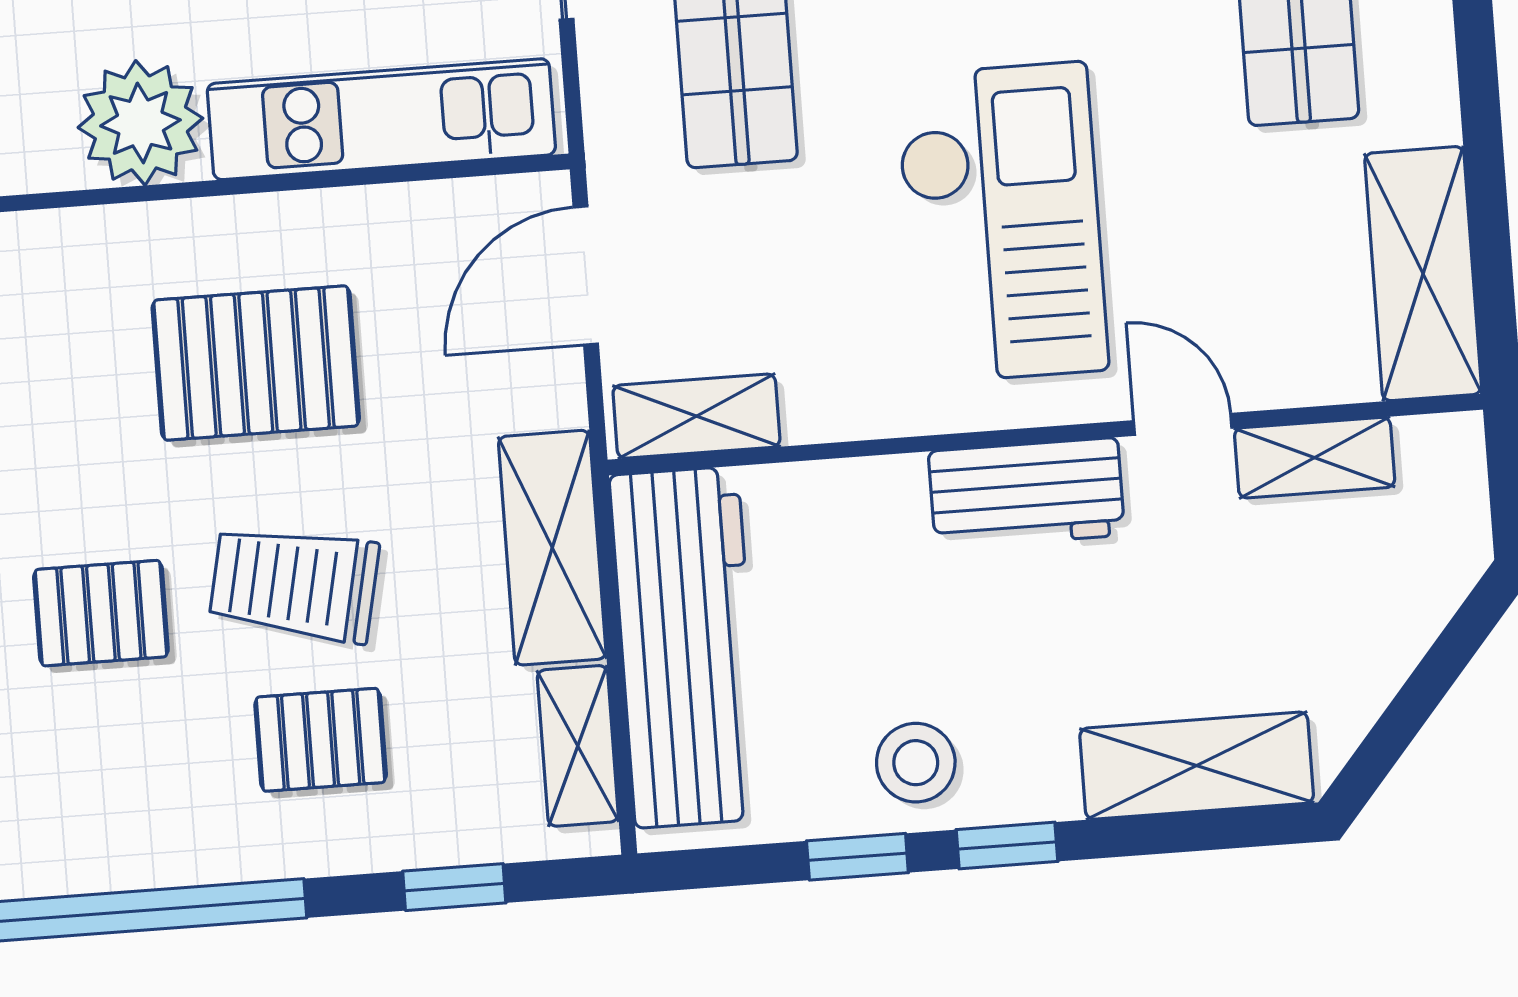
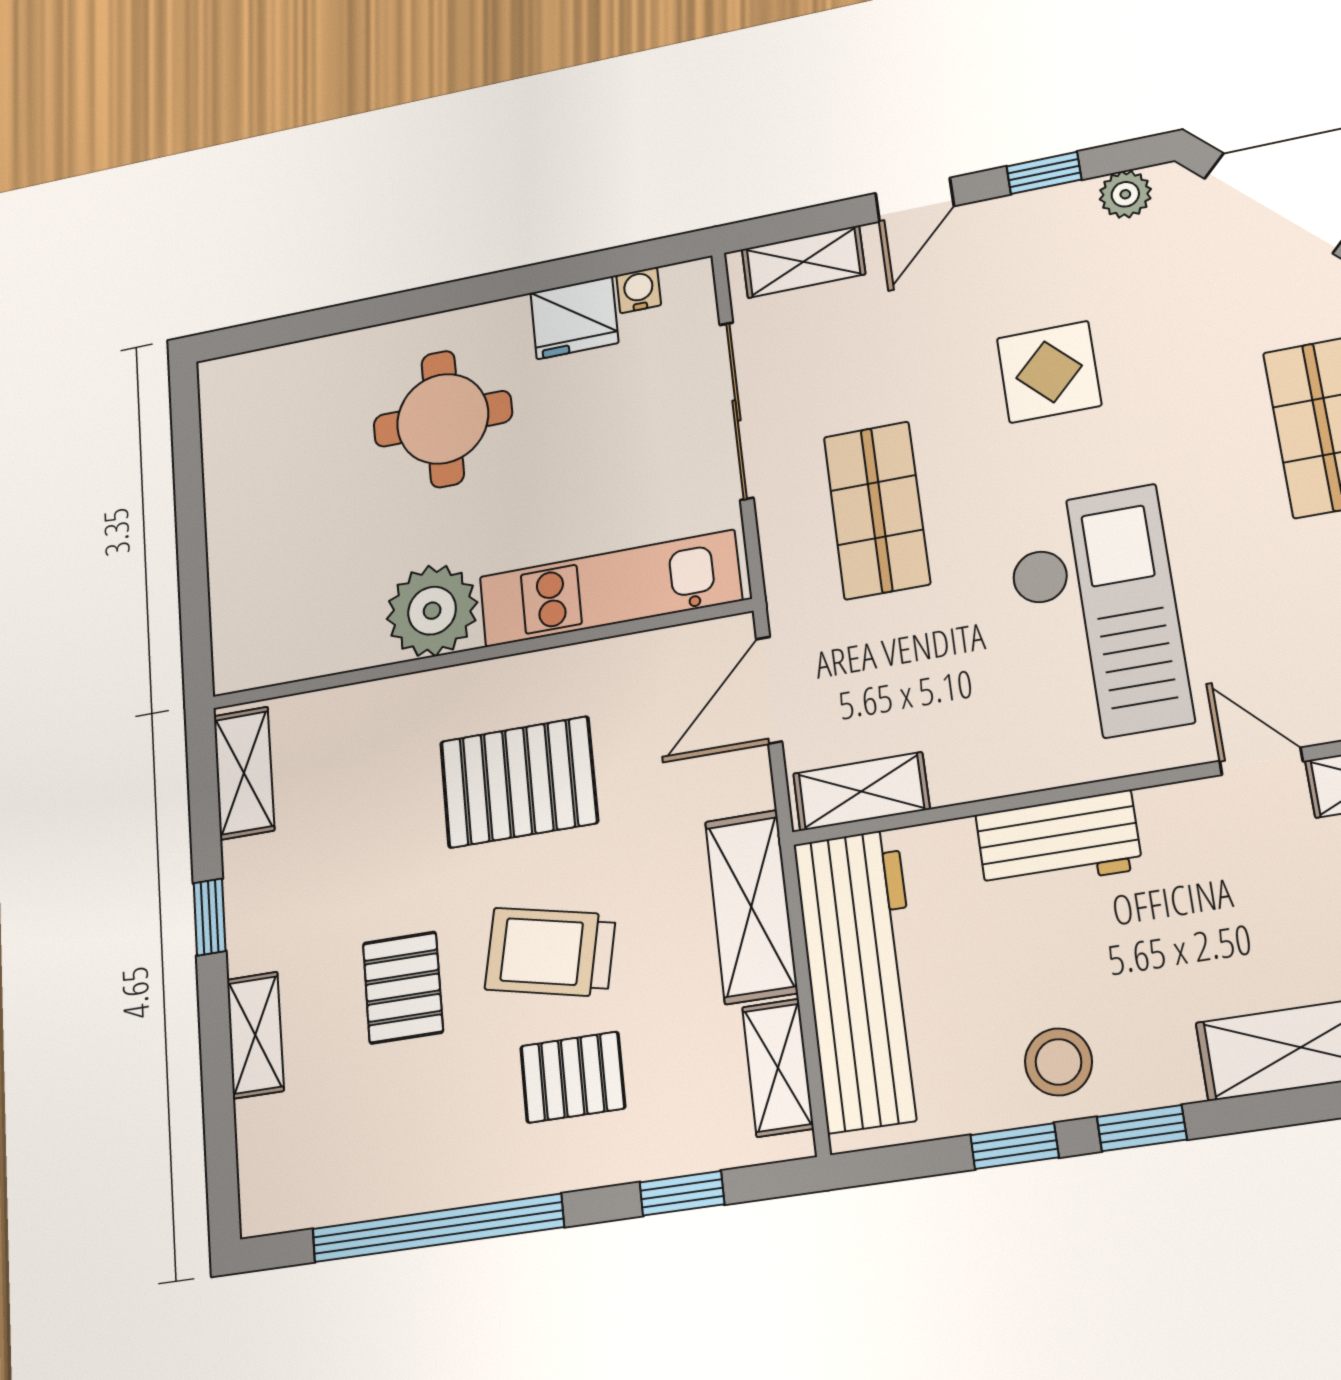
workbench: (1027, 493) -> (1058, 842), moved
pallet: (101, 613) -> (403, 988), turned 90

